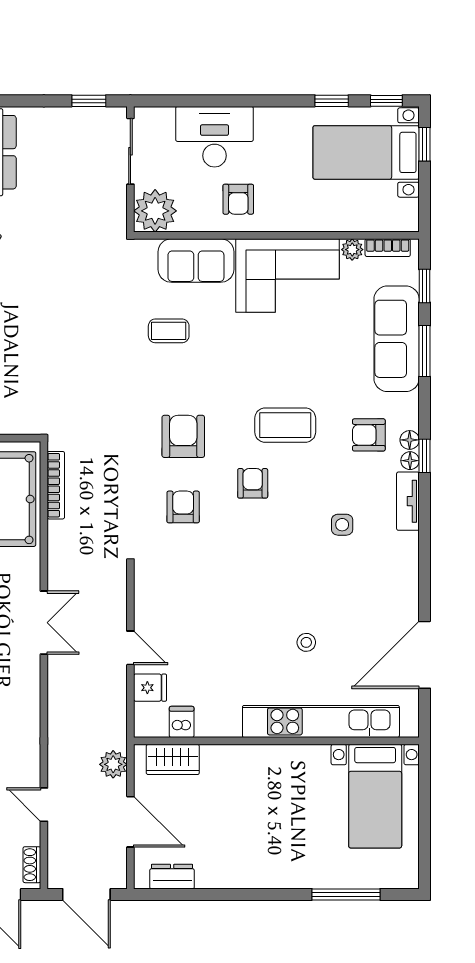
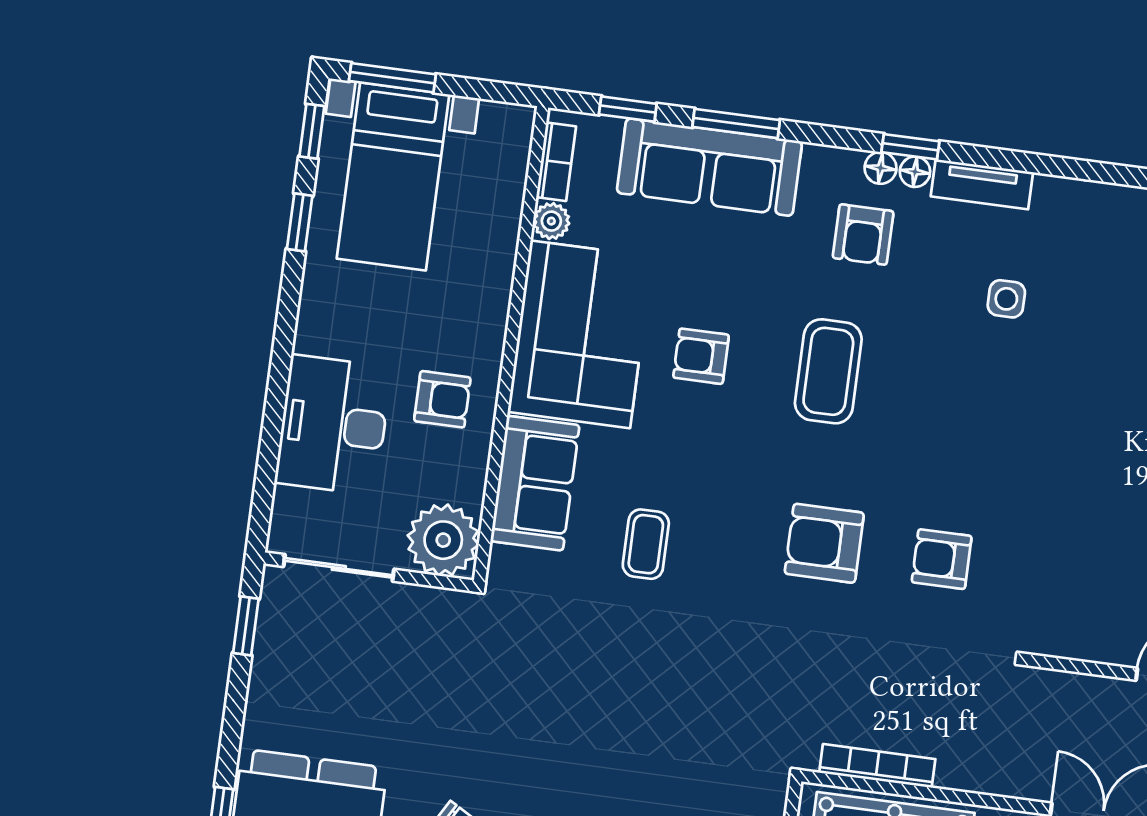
window: (424, 144) -> (392, 78), width x1.50
armchair: (253, 483) -> (701, 356), moved

